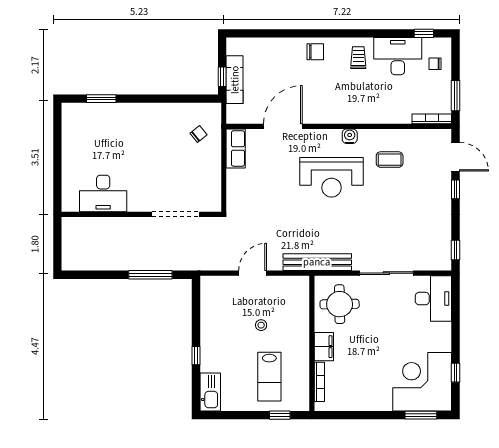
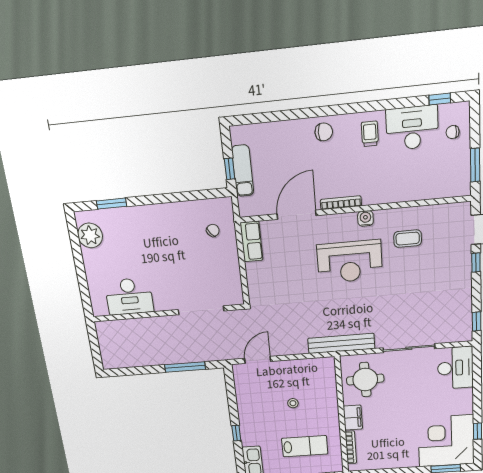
bookcase: (432, 119) -> (341, 203), moved
plant: (74, 128) -> (90, 235), added
door: (253, 273) -> (258, 360), moved
lab bench: (269, 377) -> (305, 446), turned -90

